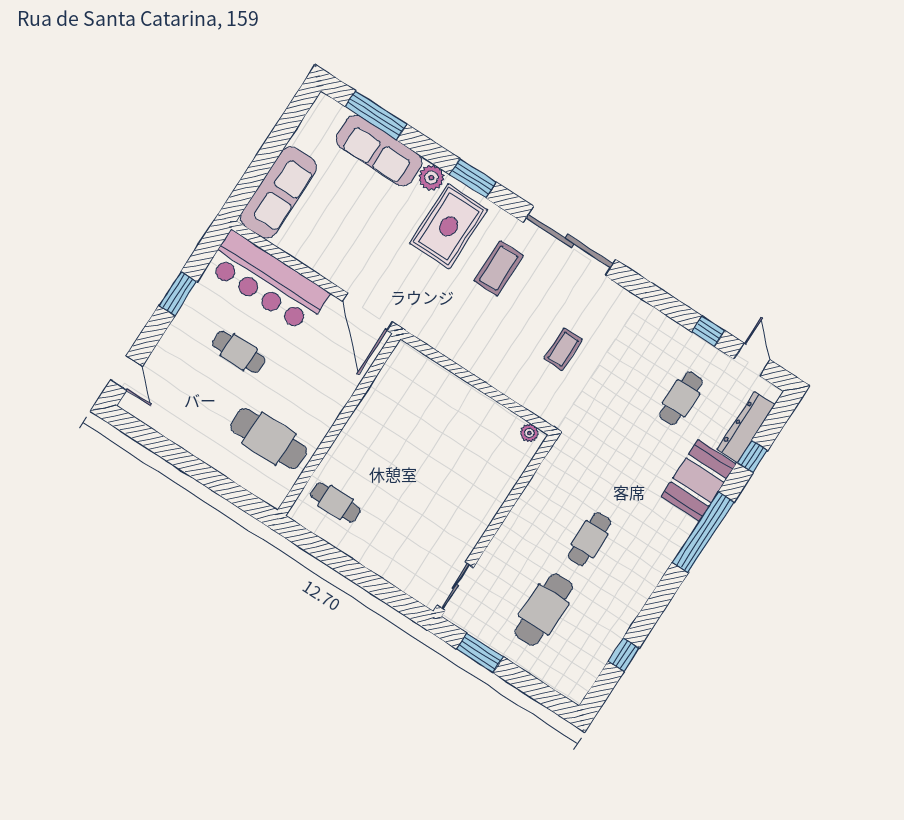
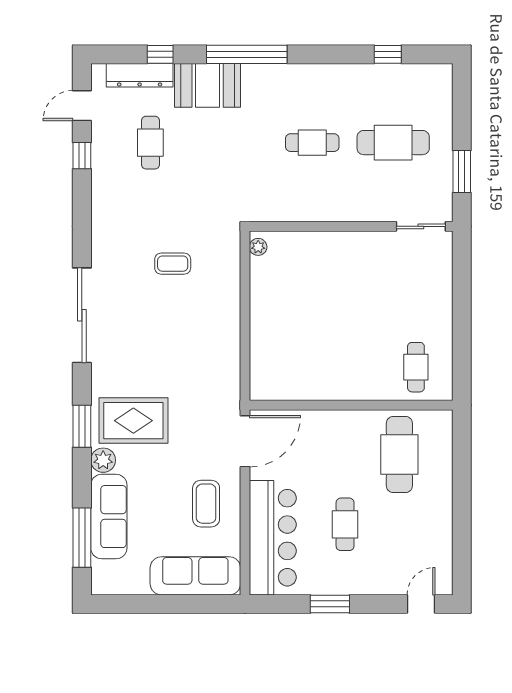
coffee table: (499, 268) -> (206, 504), moved, turned 90
cafe table: (681, 398) -> (150, 143), turned 90

